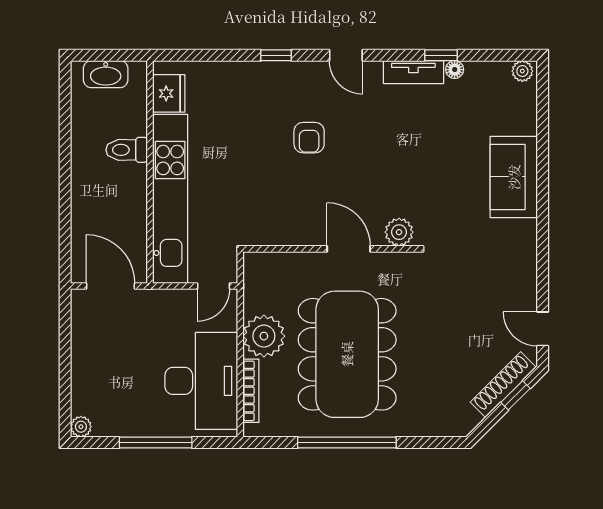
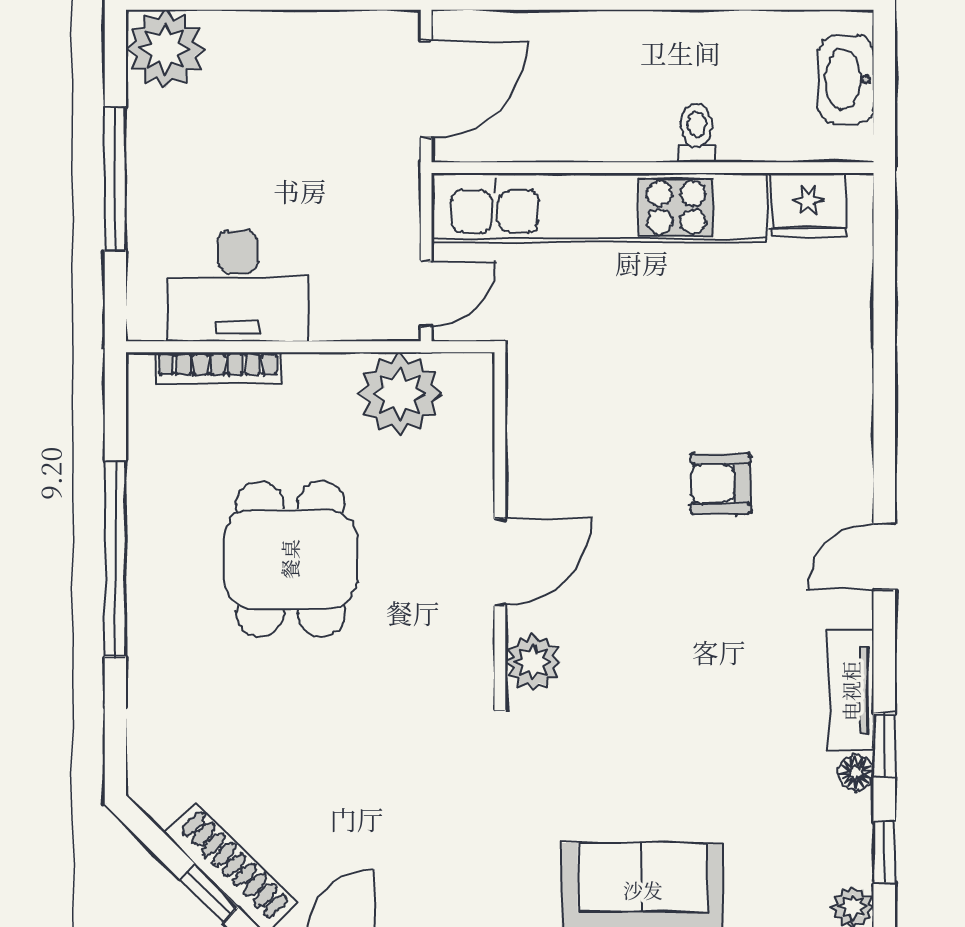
window: (276, 55) -> (884, 852), moved
toilet: (127, 150) -> (696, 133), width x0.73, depth x0.72
door: (213, 286) -> (426, 294), swing flipped
plant: (264, 336) -> (400, 394), moved
dining table: (347, 354) -> (290, 559), width x0.53, depth x0.80
desk: (201, 381) -> (238, 286), width x0.73, depth x0.77
plant: (81, 427) -> (165, 49), width x1.88, depth x1.88

